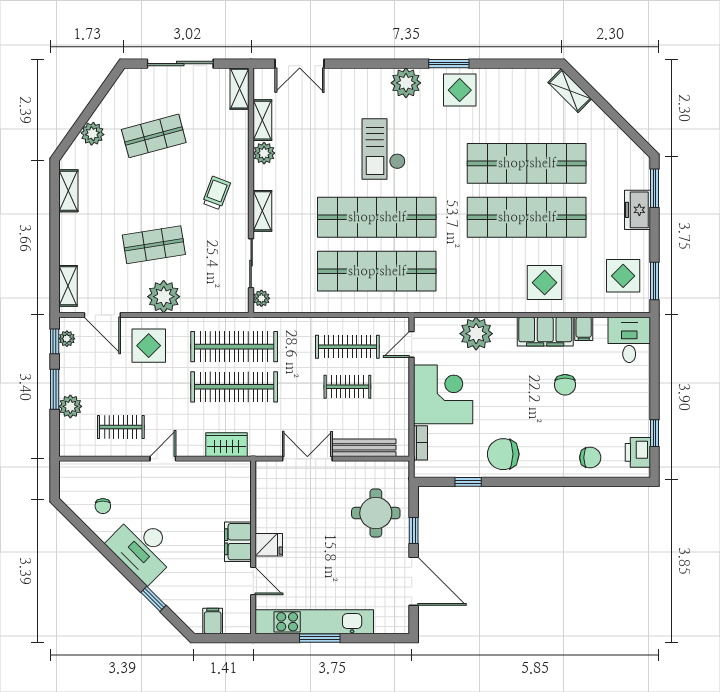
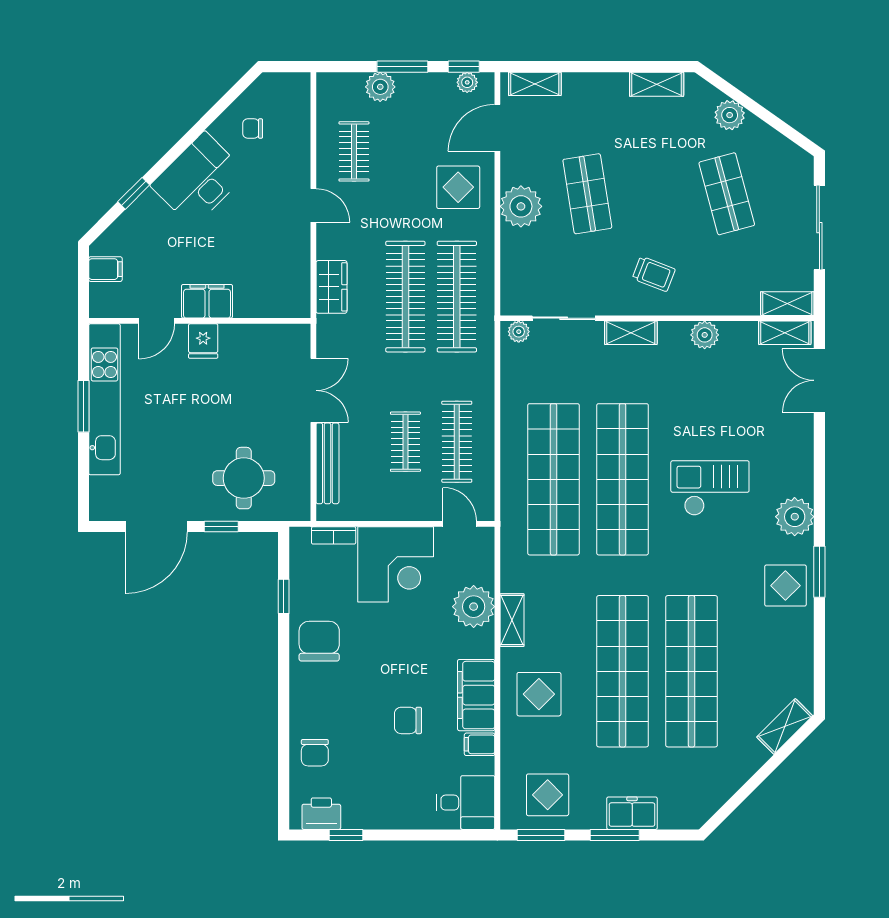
shelving: (262, 120) -> (785, 333), moved
window: (654, 188) -> (615, 835), moved
shelving: (487, 304) -> (512, 620), added

